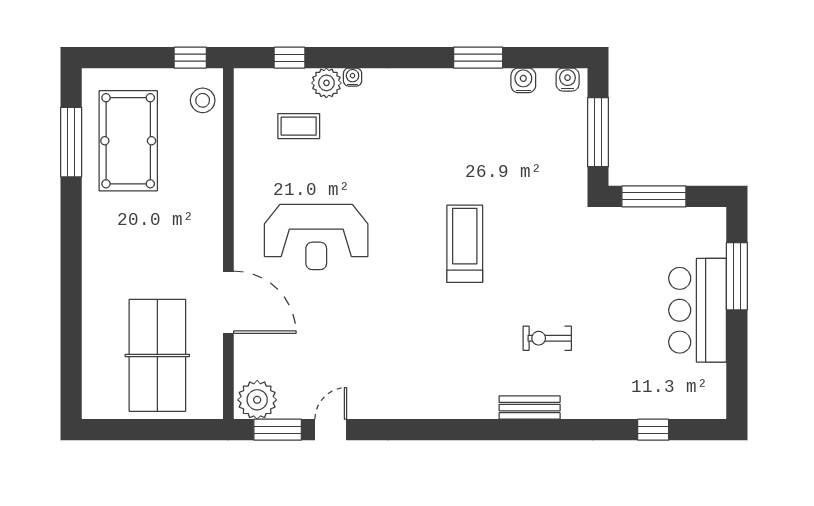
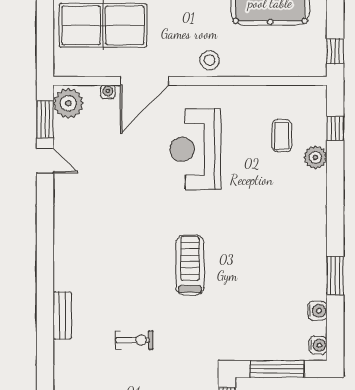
water cooler: (353, 77) -> (108, 92), moved, turned -90
stool: (203, 100) -> (210, 60), moved
treadmill: (465, 244) -> (190, 265), turned -90
exercise bike: (547, 338) -> (134, 340), moved, turned 90

